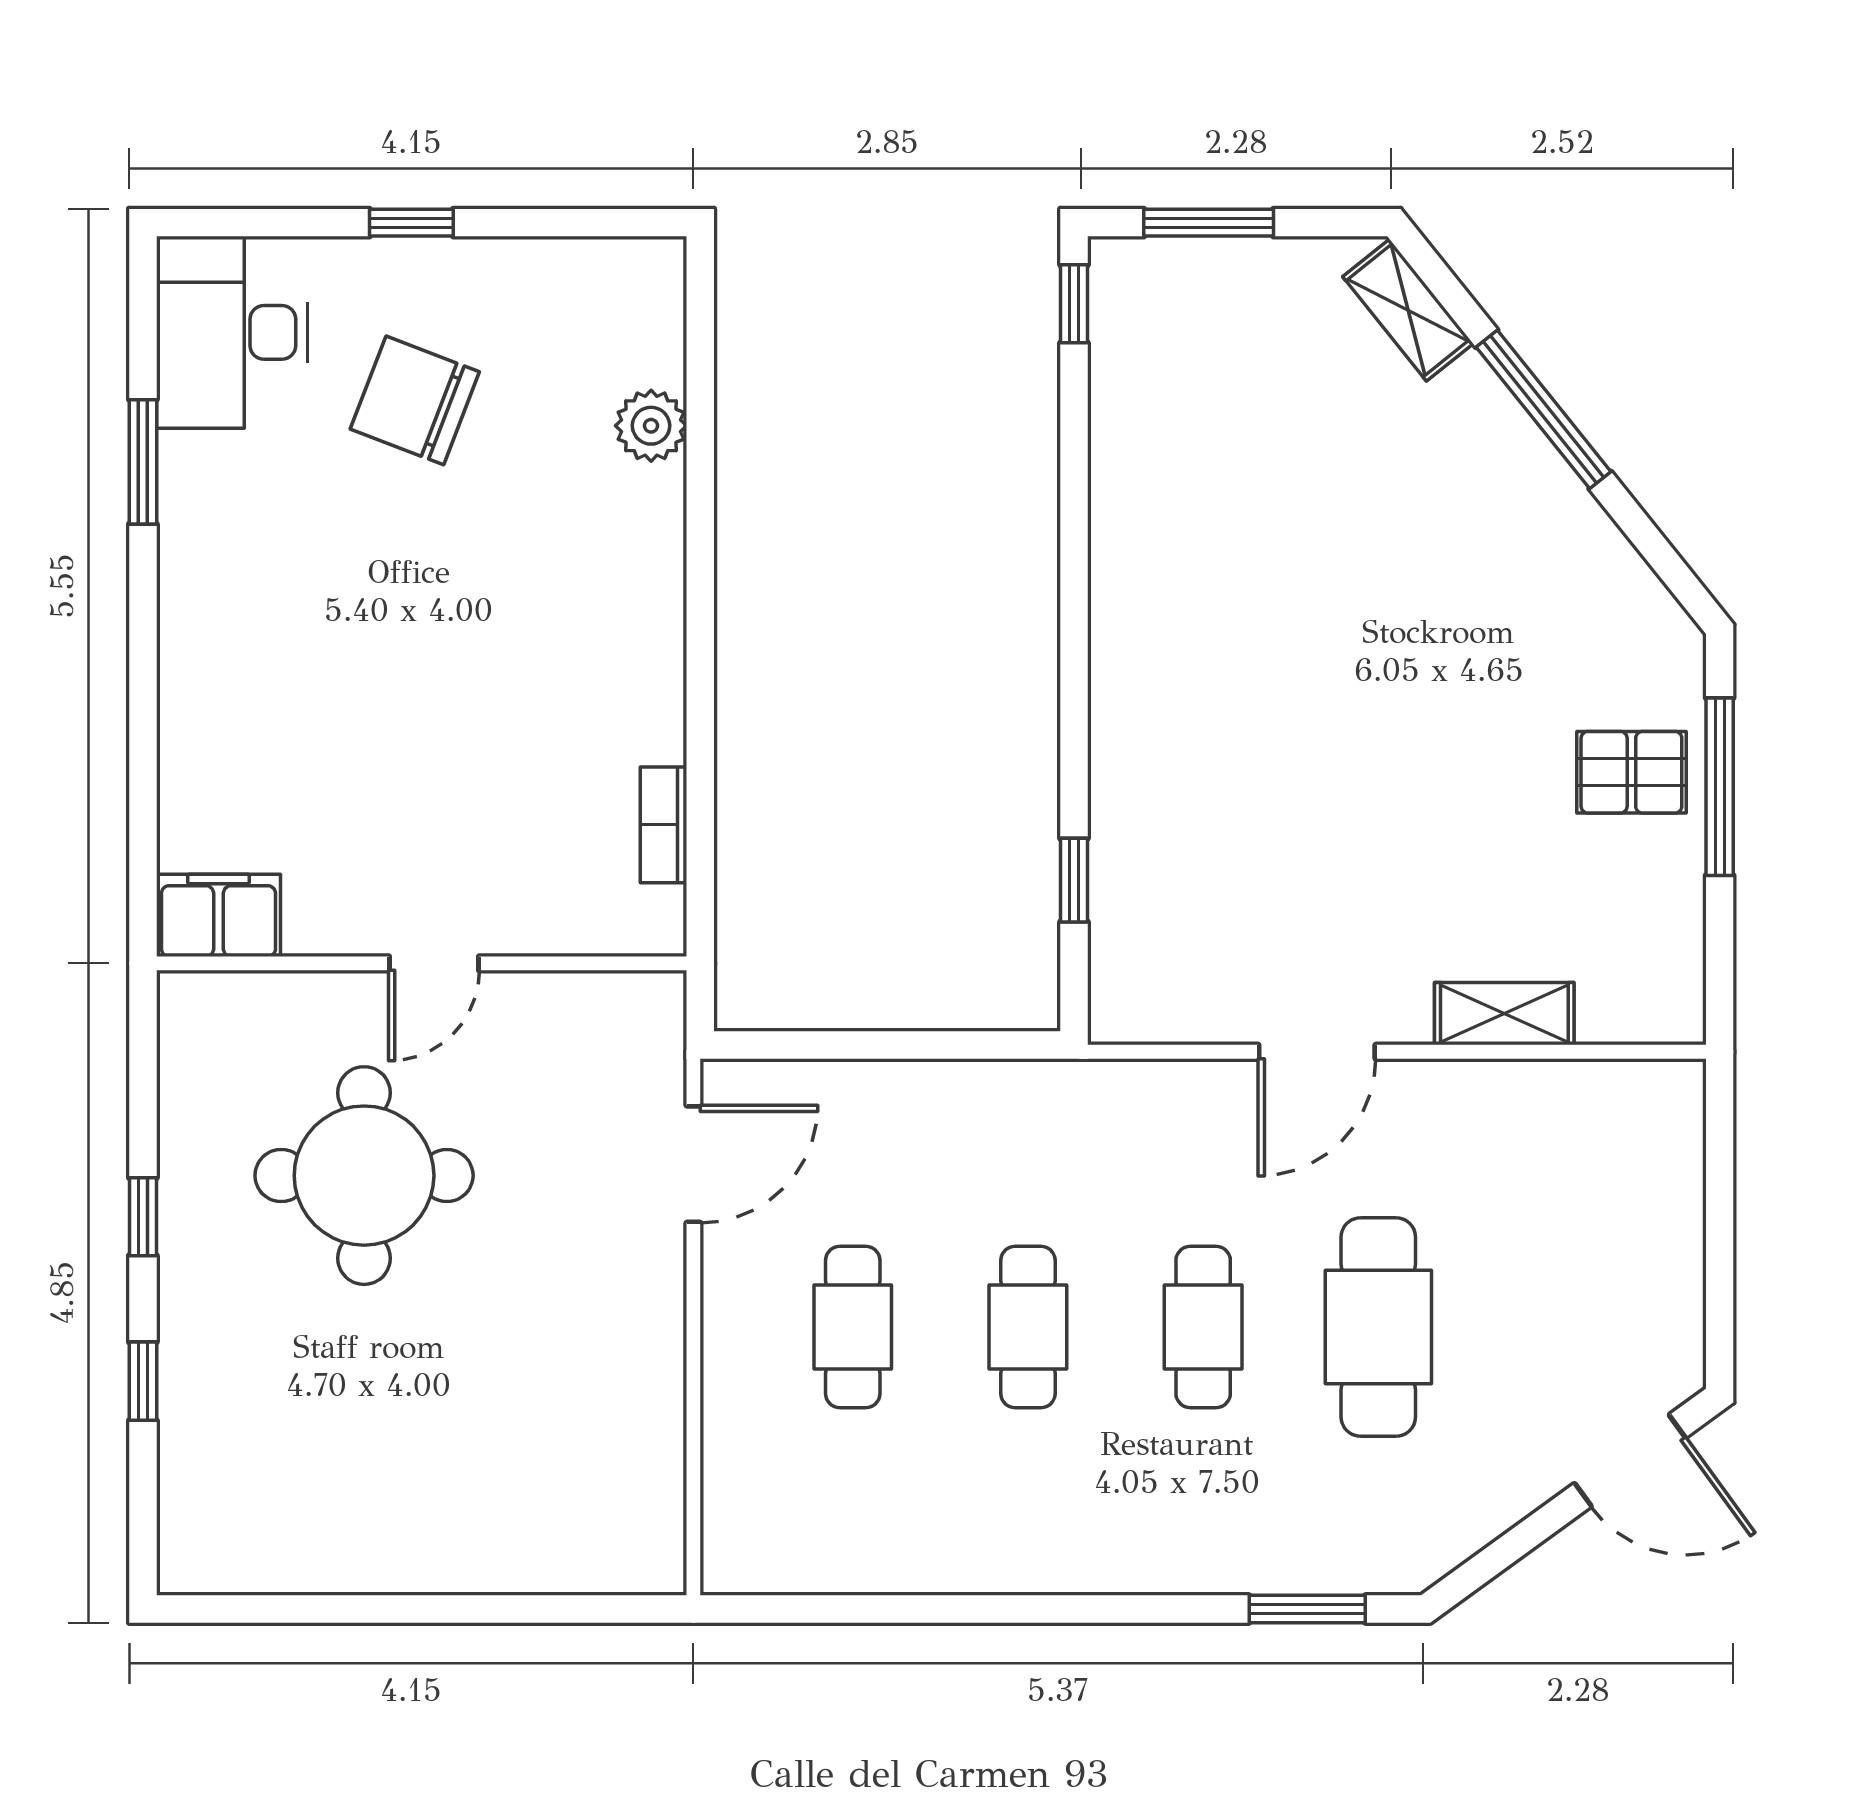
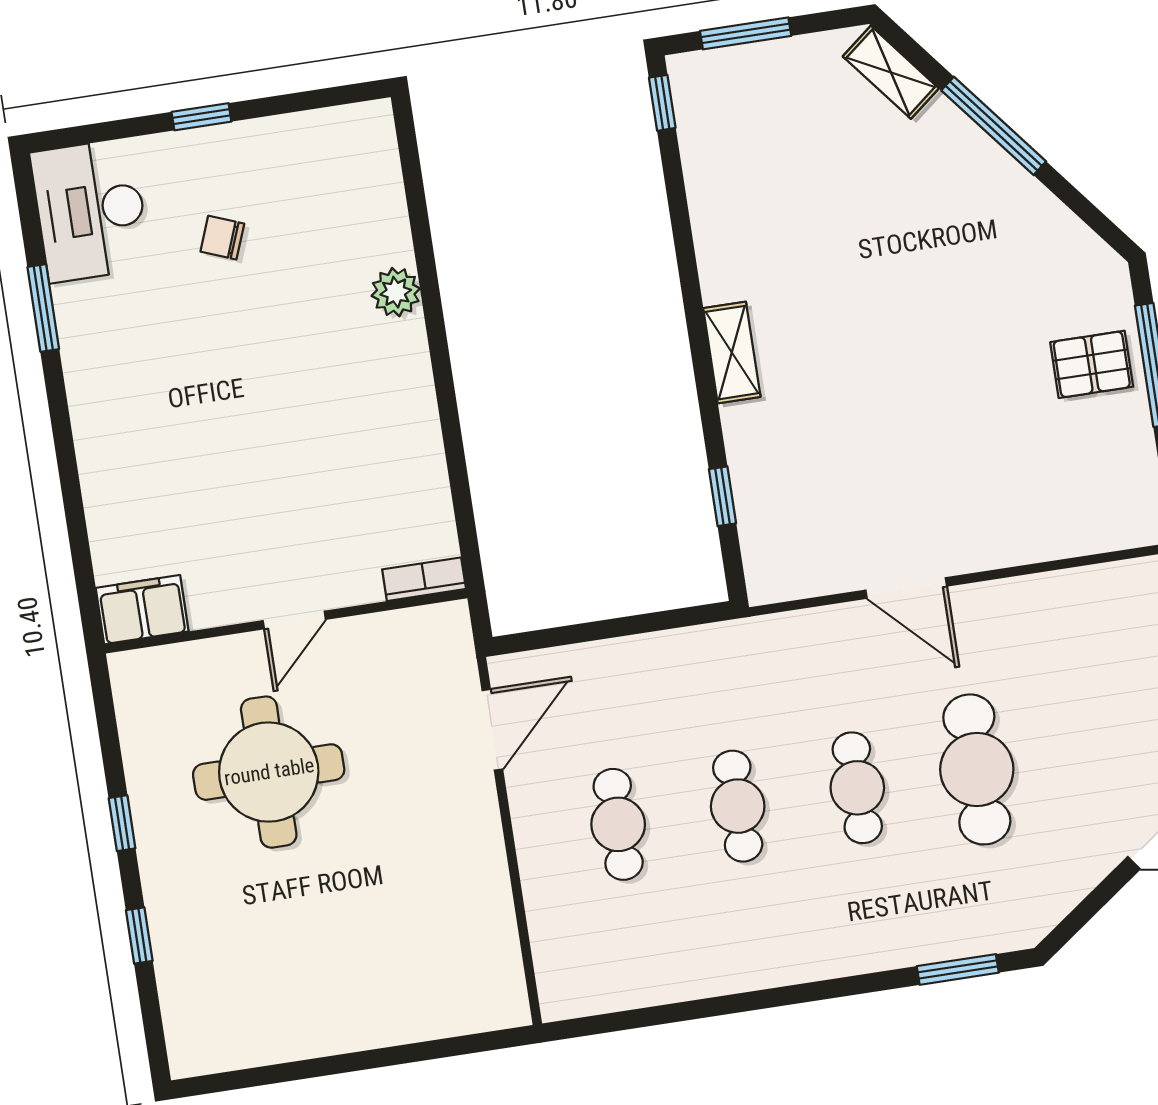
chair: (415, 400) -> (222, 238), width x0.54, depth x0.54
plant: (651, 426) -> (396, 292), moved
bookcase: (663, 825) -> (424, 579), moved, turned 90
shelving: (1504, 1014) -> (732, 353), moved, turned 90
door: (1317, 1052) -> (906, 588), hinge flipped

